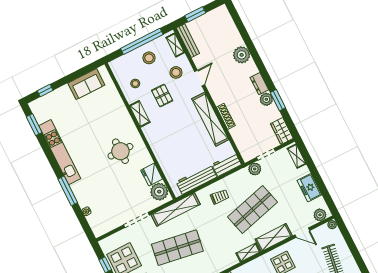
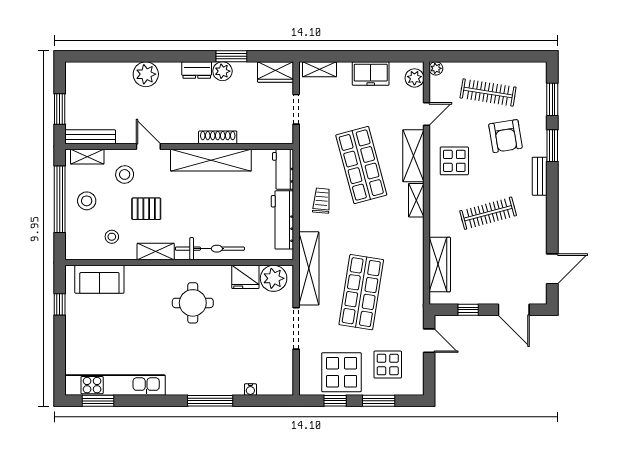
sofa: (86, 84) -> (99, 279), moved, turned 90
window: (45, 90) -> (60, 304), moved
bicycle: (158, 145) -> (210, 249), added
kitchen unit: (60, 152) -> (115, 385), moved
plant: (255, 169) -> (308, 134), removed

